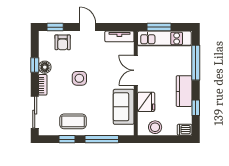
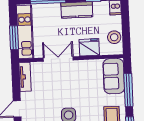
double door: (136, 70) -> (58, 59), swing flipped
sofa: (124, 107) -> (114, 76), moved, turned 90

